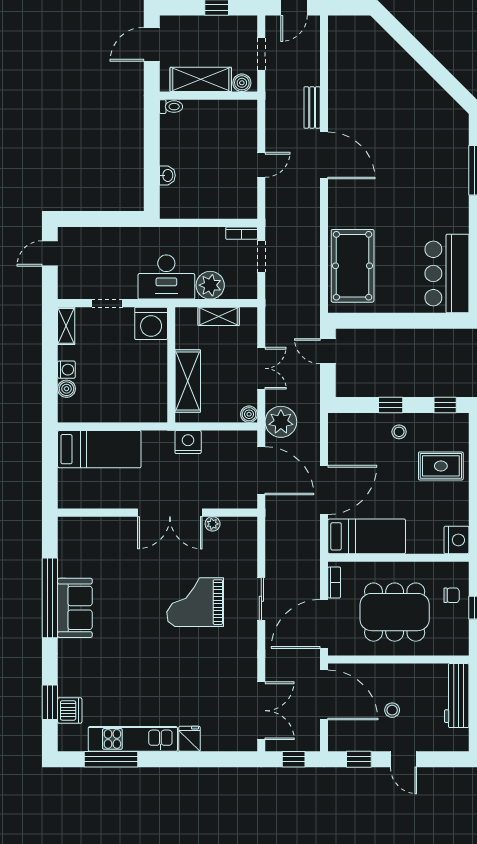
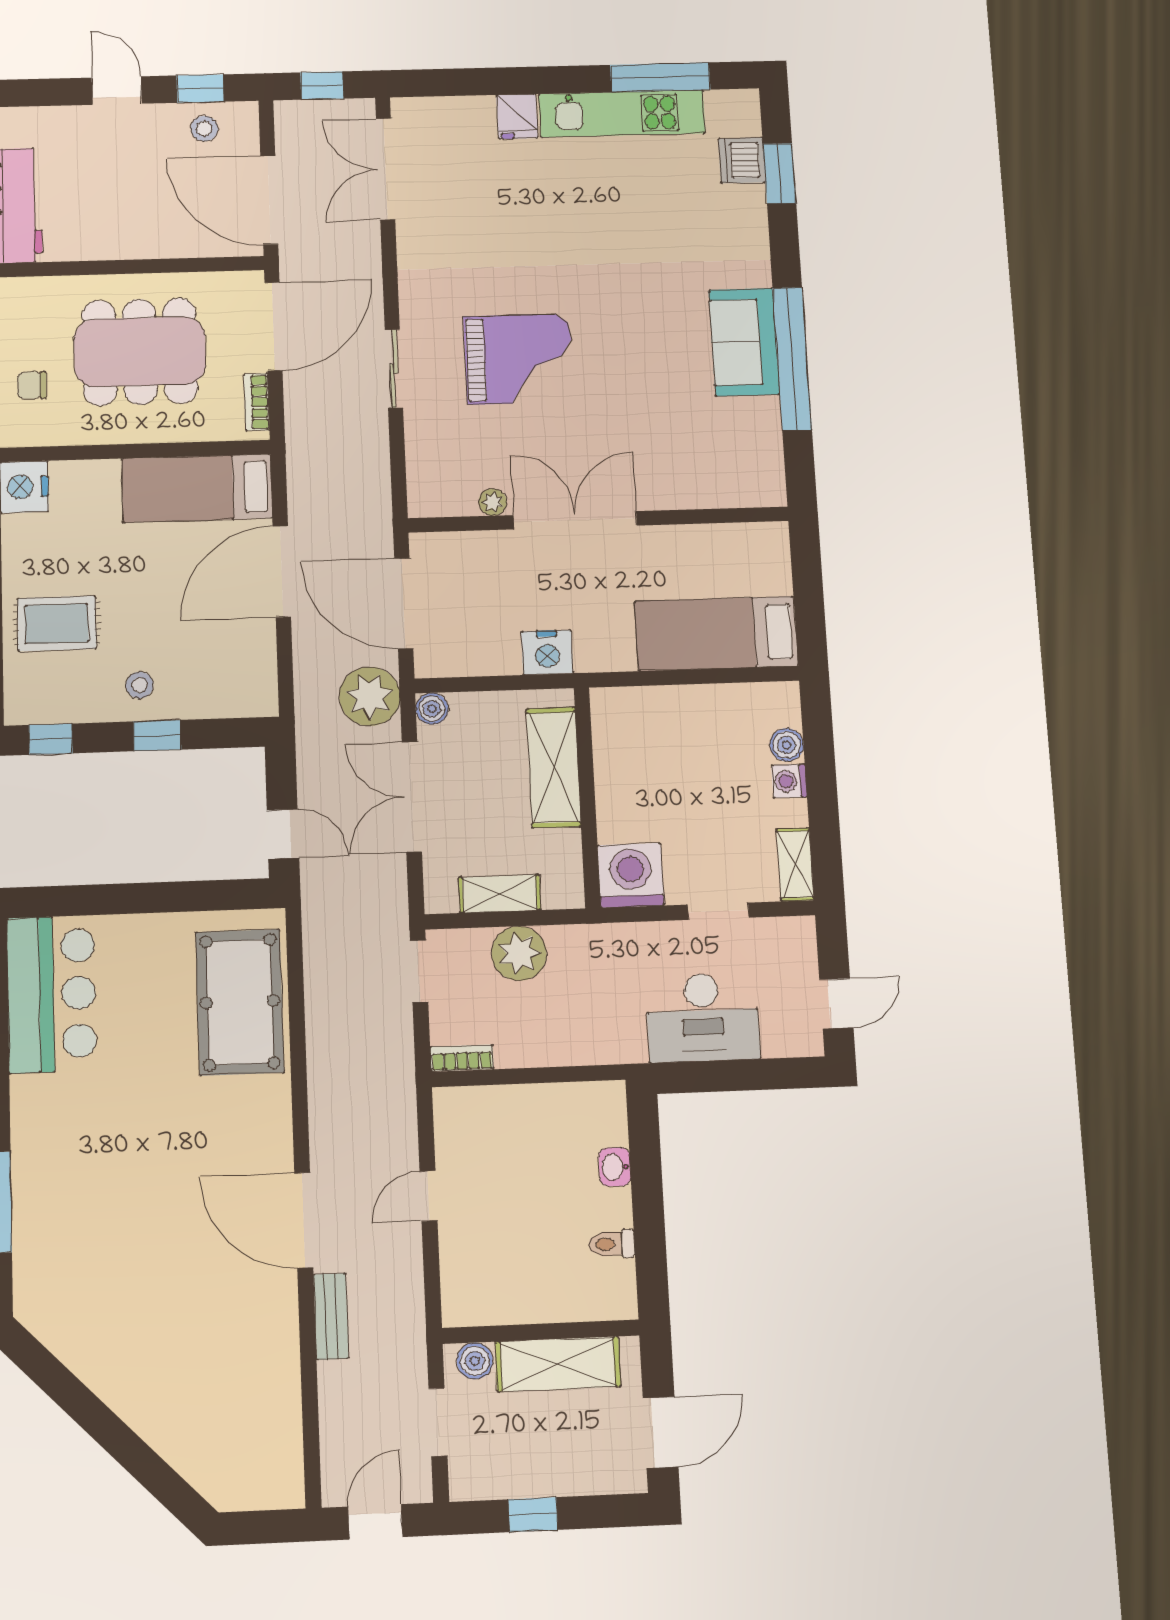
toilet: (171, 107) -> (612, 1244), moved
doorway: (261, 257) -> (419, 971), moved
desk: (166, 277) -> (703, 1017), moved, turned 180
double door: (261, 368) -> (412, 797), width x1.37
stool: (392, 710) -> (204, 129), moved

